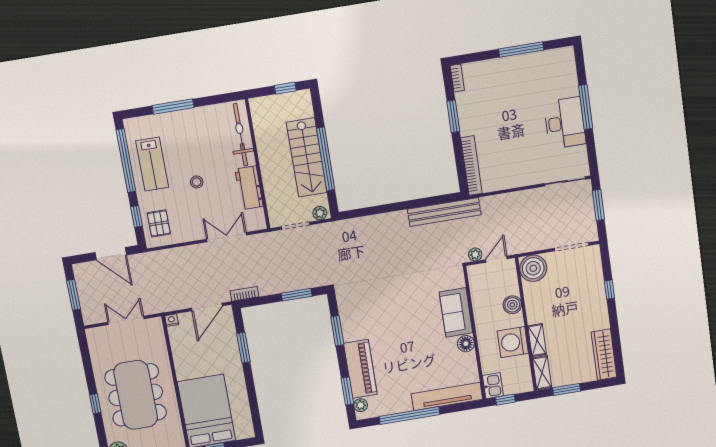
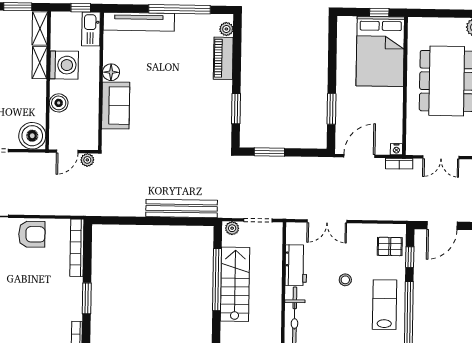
armchair: (519, 171) -> (32, 234), added
bench: (444, 212) -> (182, 208), moved
pallet: (159, 223) -> (390, 246), turned 90
door: (111, 254) -> (442, 226), swing flipped
bookcase: (244, 294) -> (399, 164), moved
piano: (360, 369) -> (223, 58), width x0.73, depth x0.75
kitchen sink: (493, 386) -> (91, 29), width x1.38
window: (347, 391) -> (237, 46), removed

